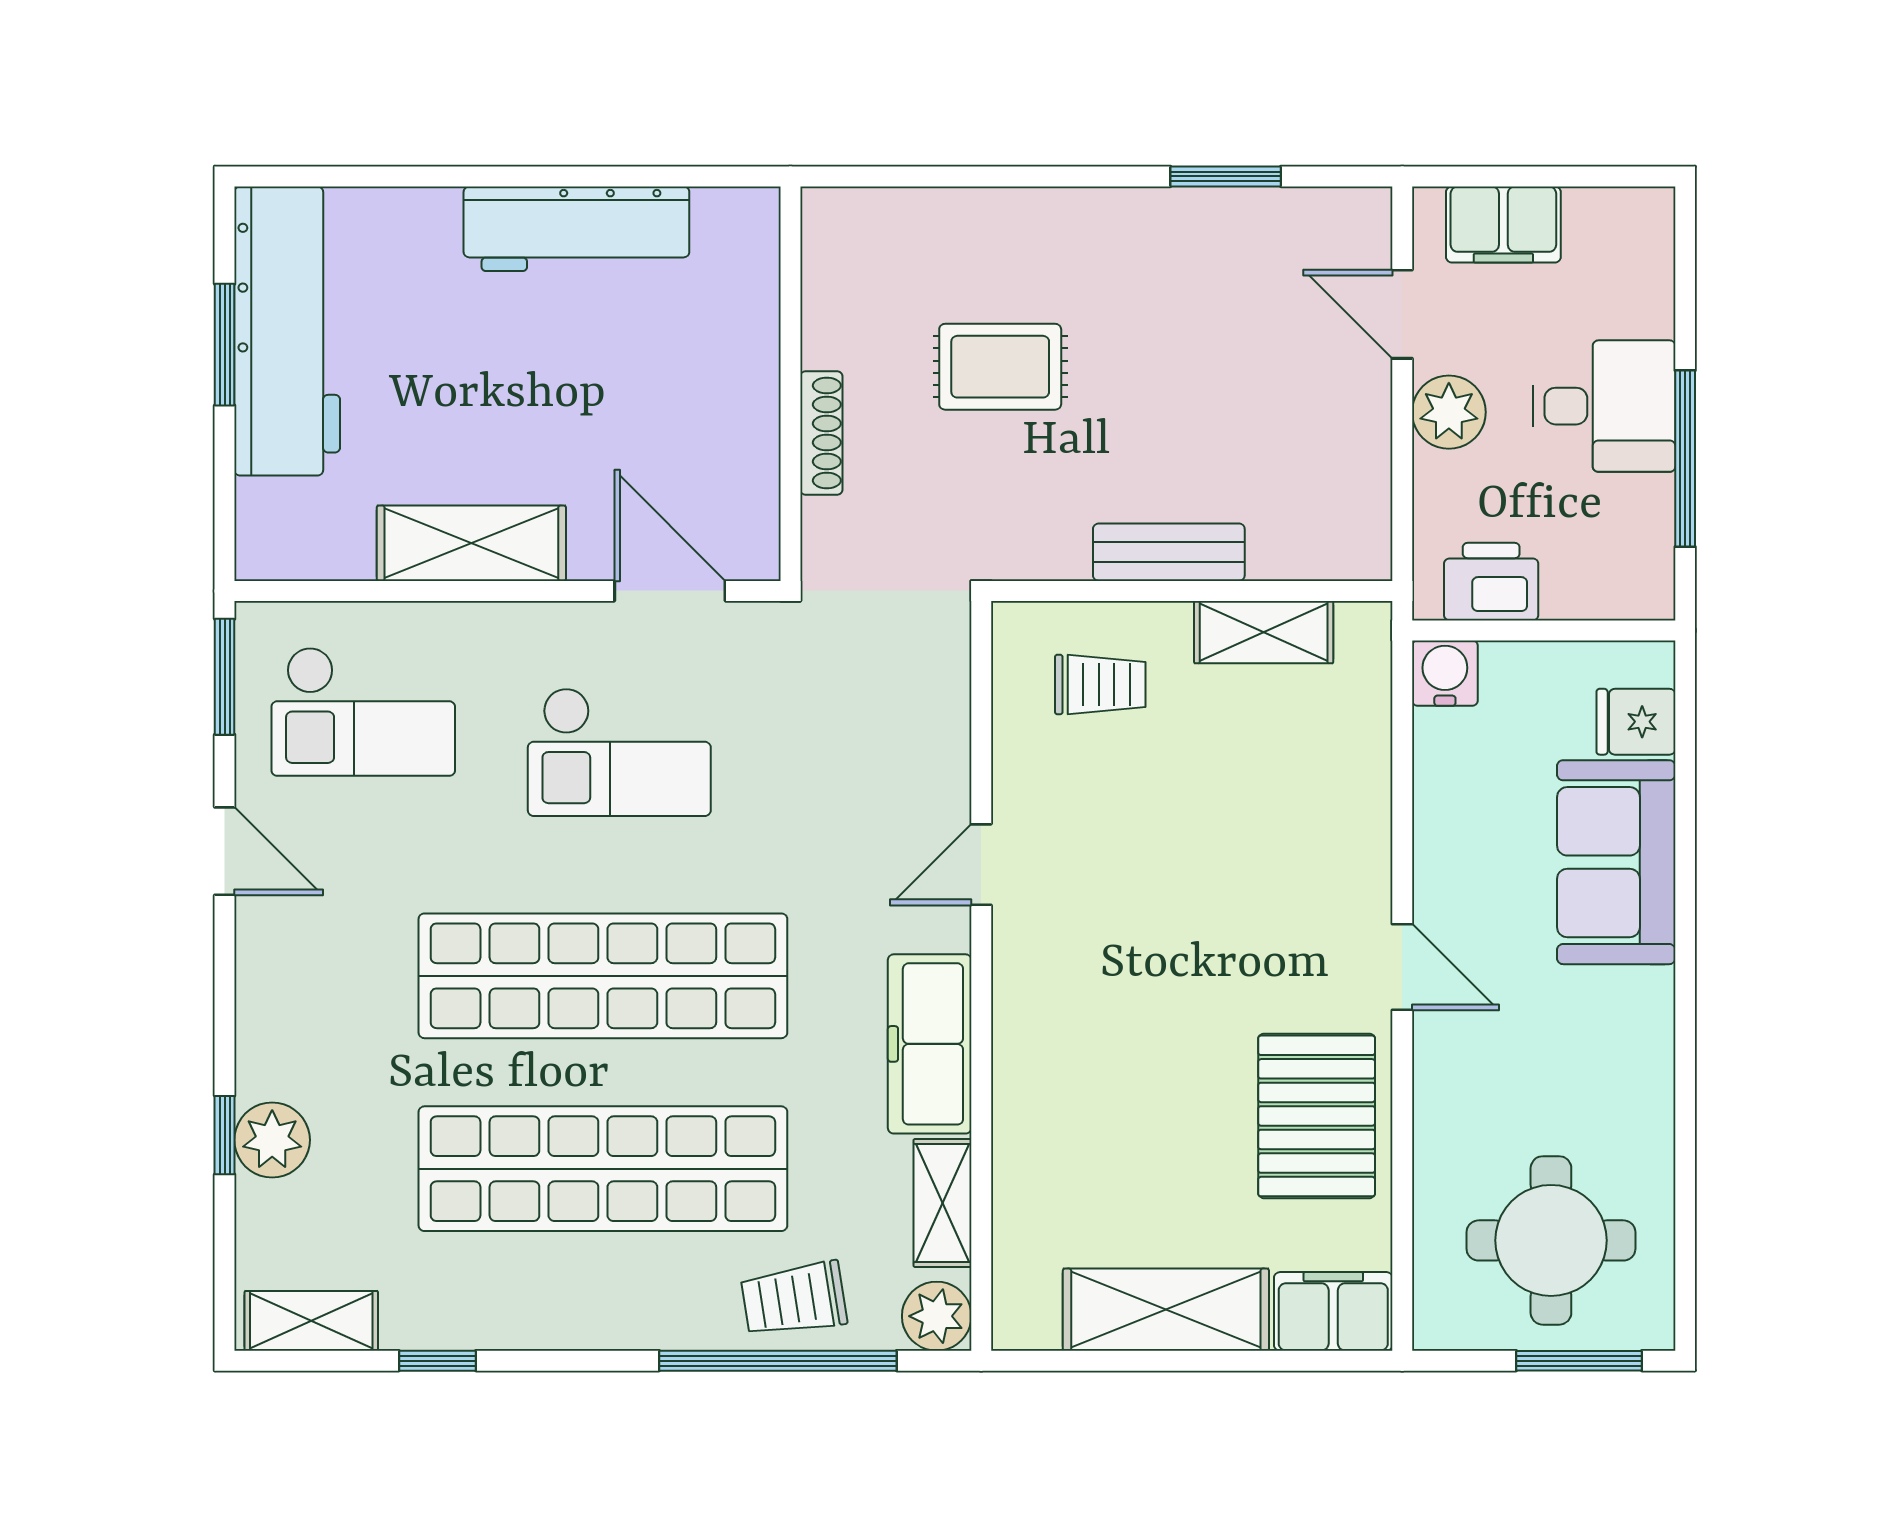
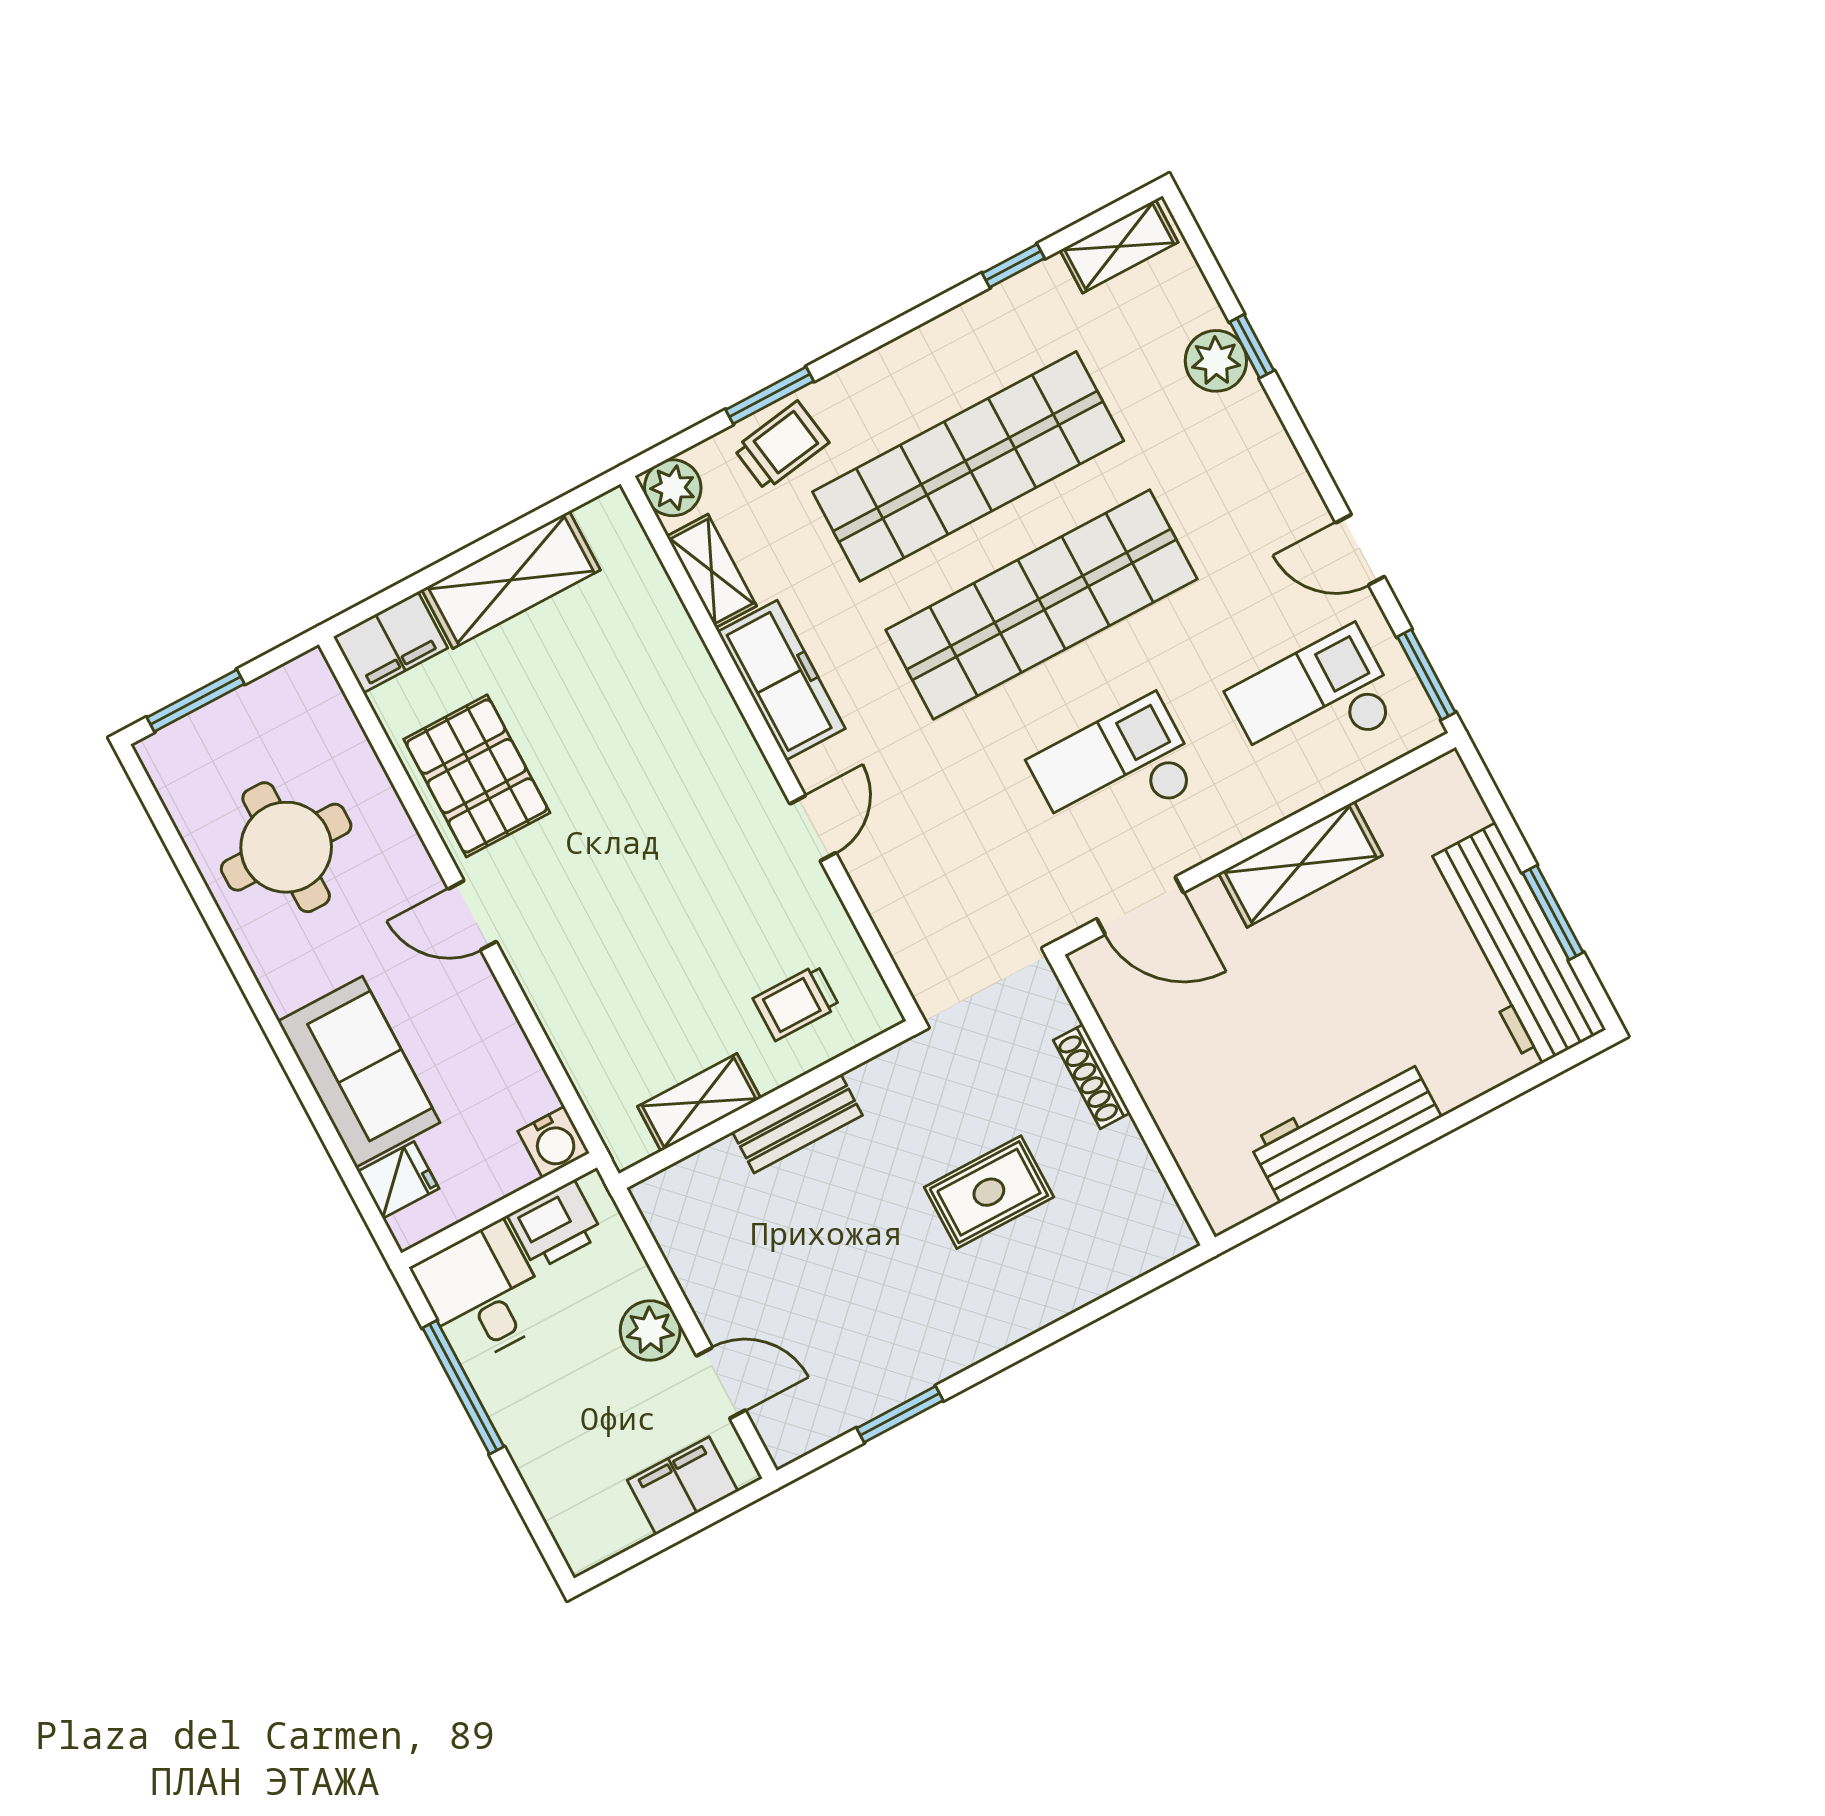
desk: (1604, 406) -> (483, 1293), moved, turned 90
round table: (1551, 1240) -> (286, 847), moved
window: (778, 1361) -> (770, 395), width x0.47

